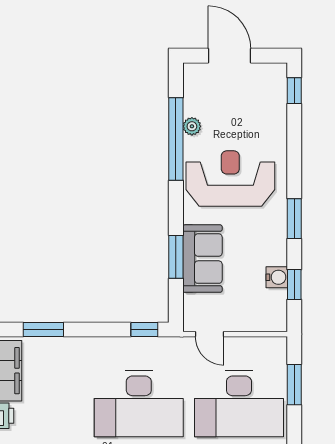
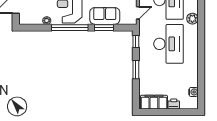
window: (176, 139) -> (70, 28), moved
window: (43, 329) -> (136, 70), moved

